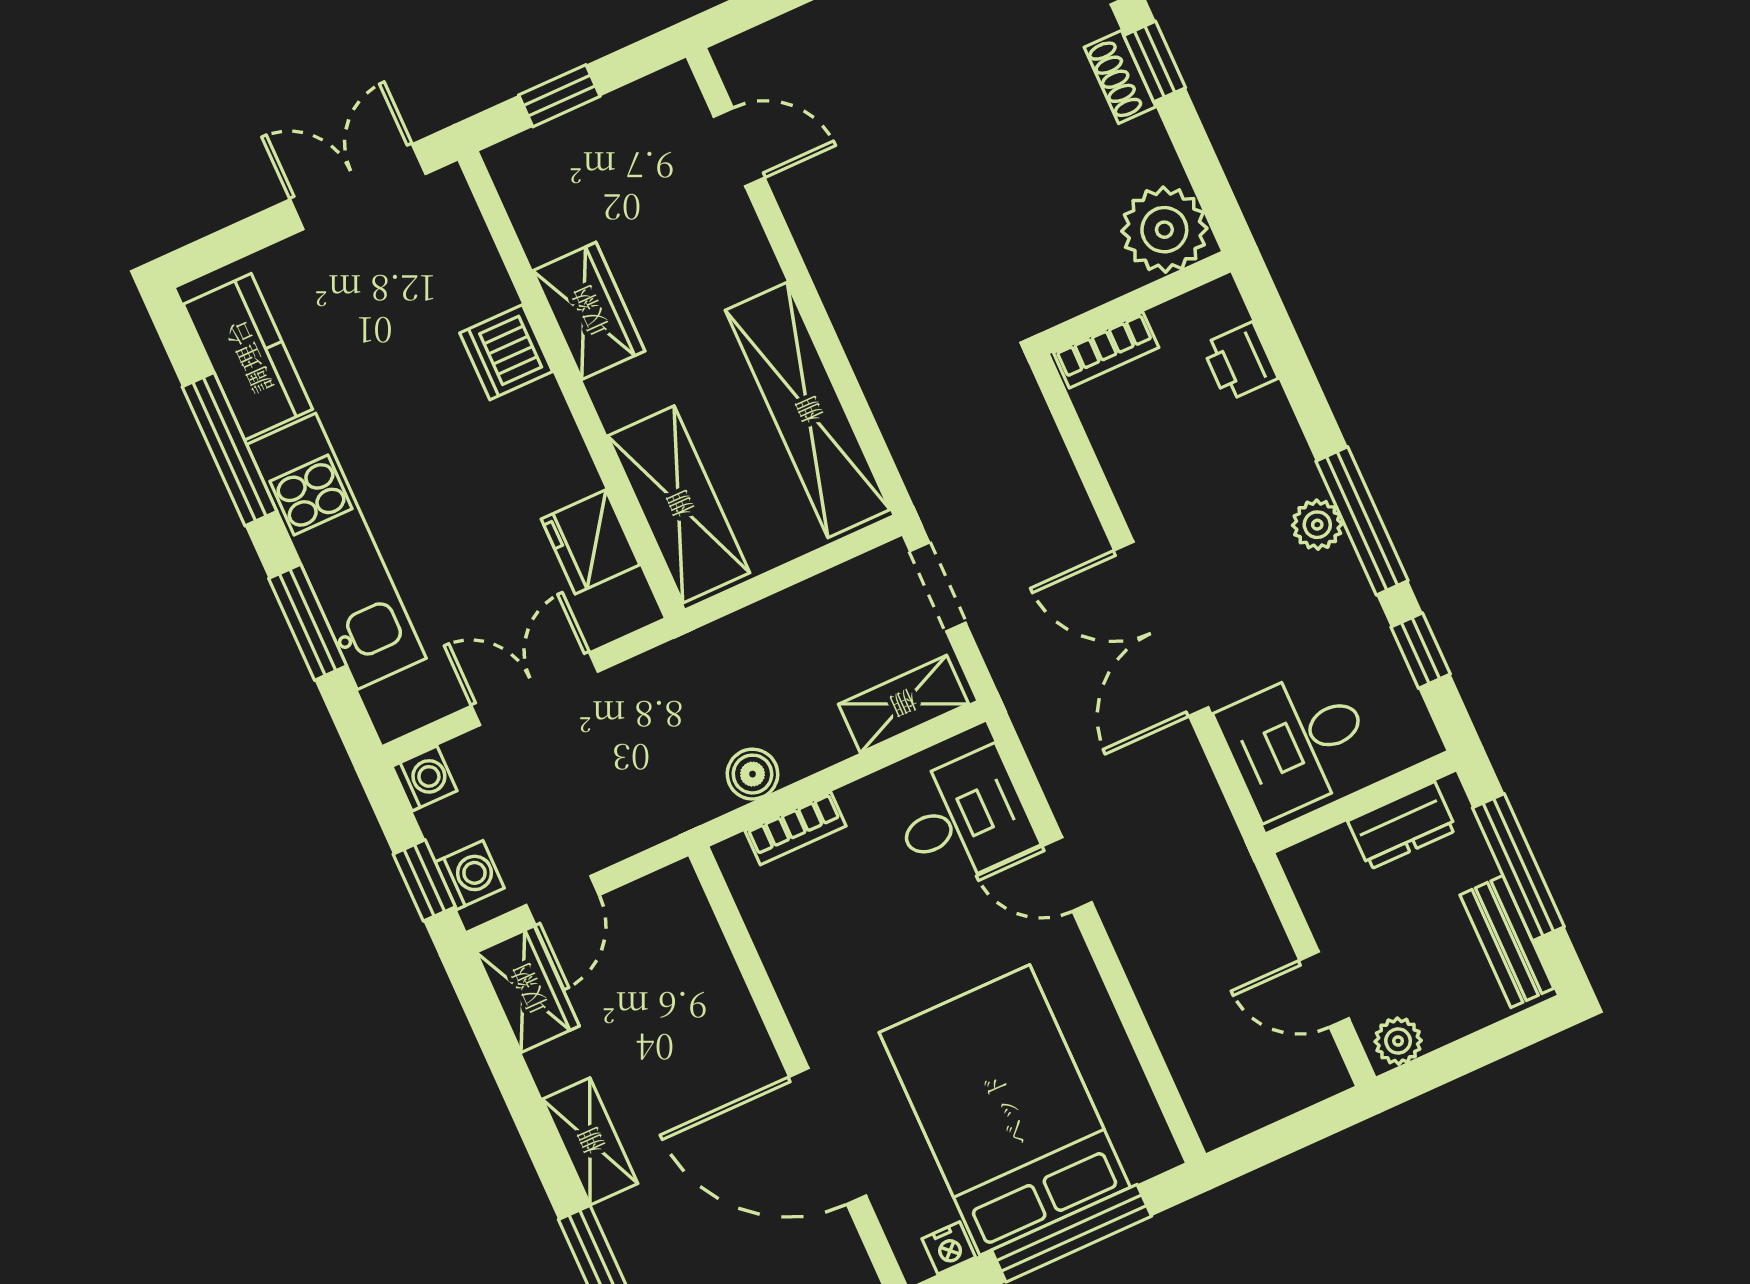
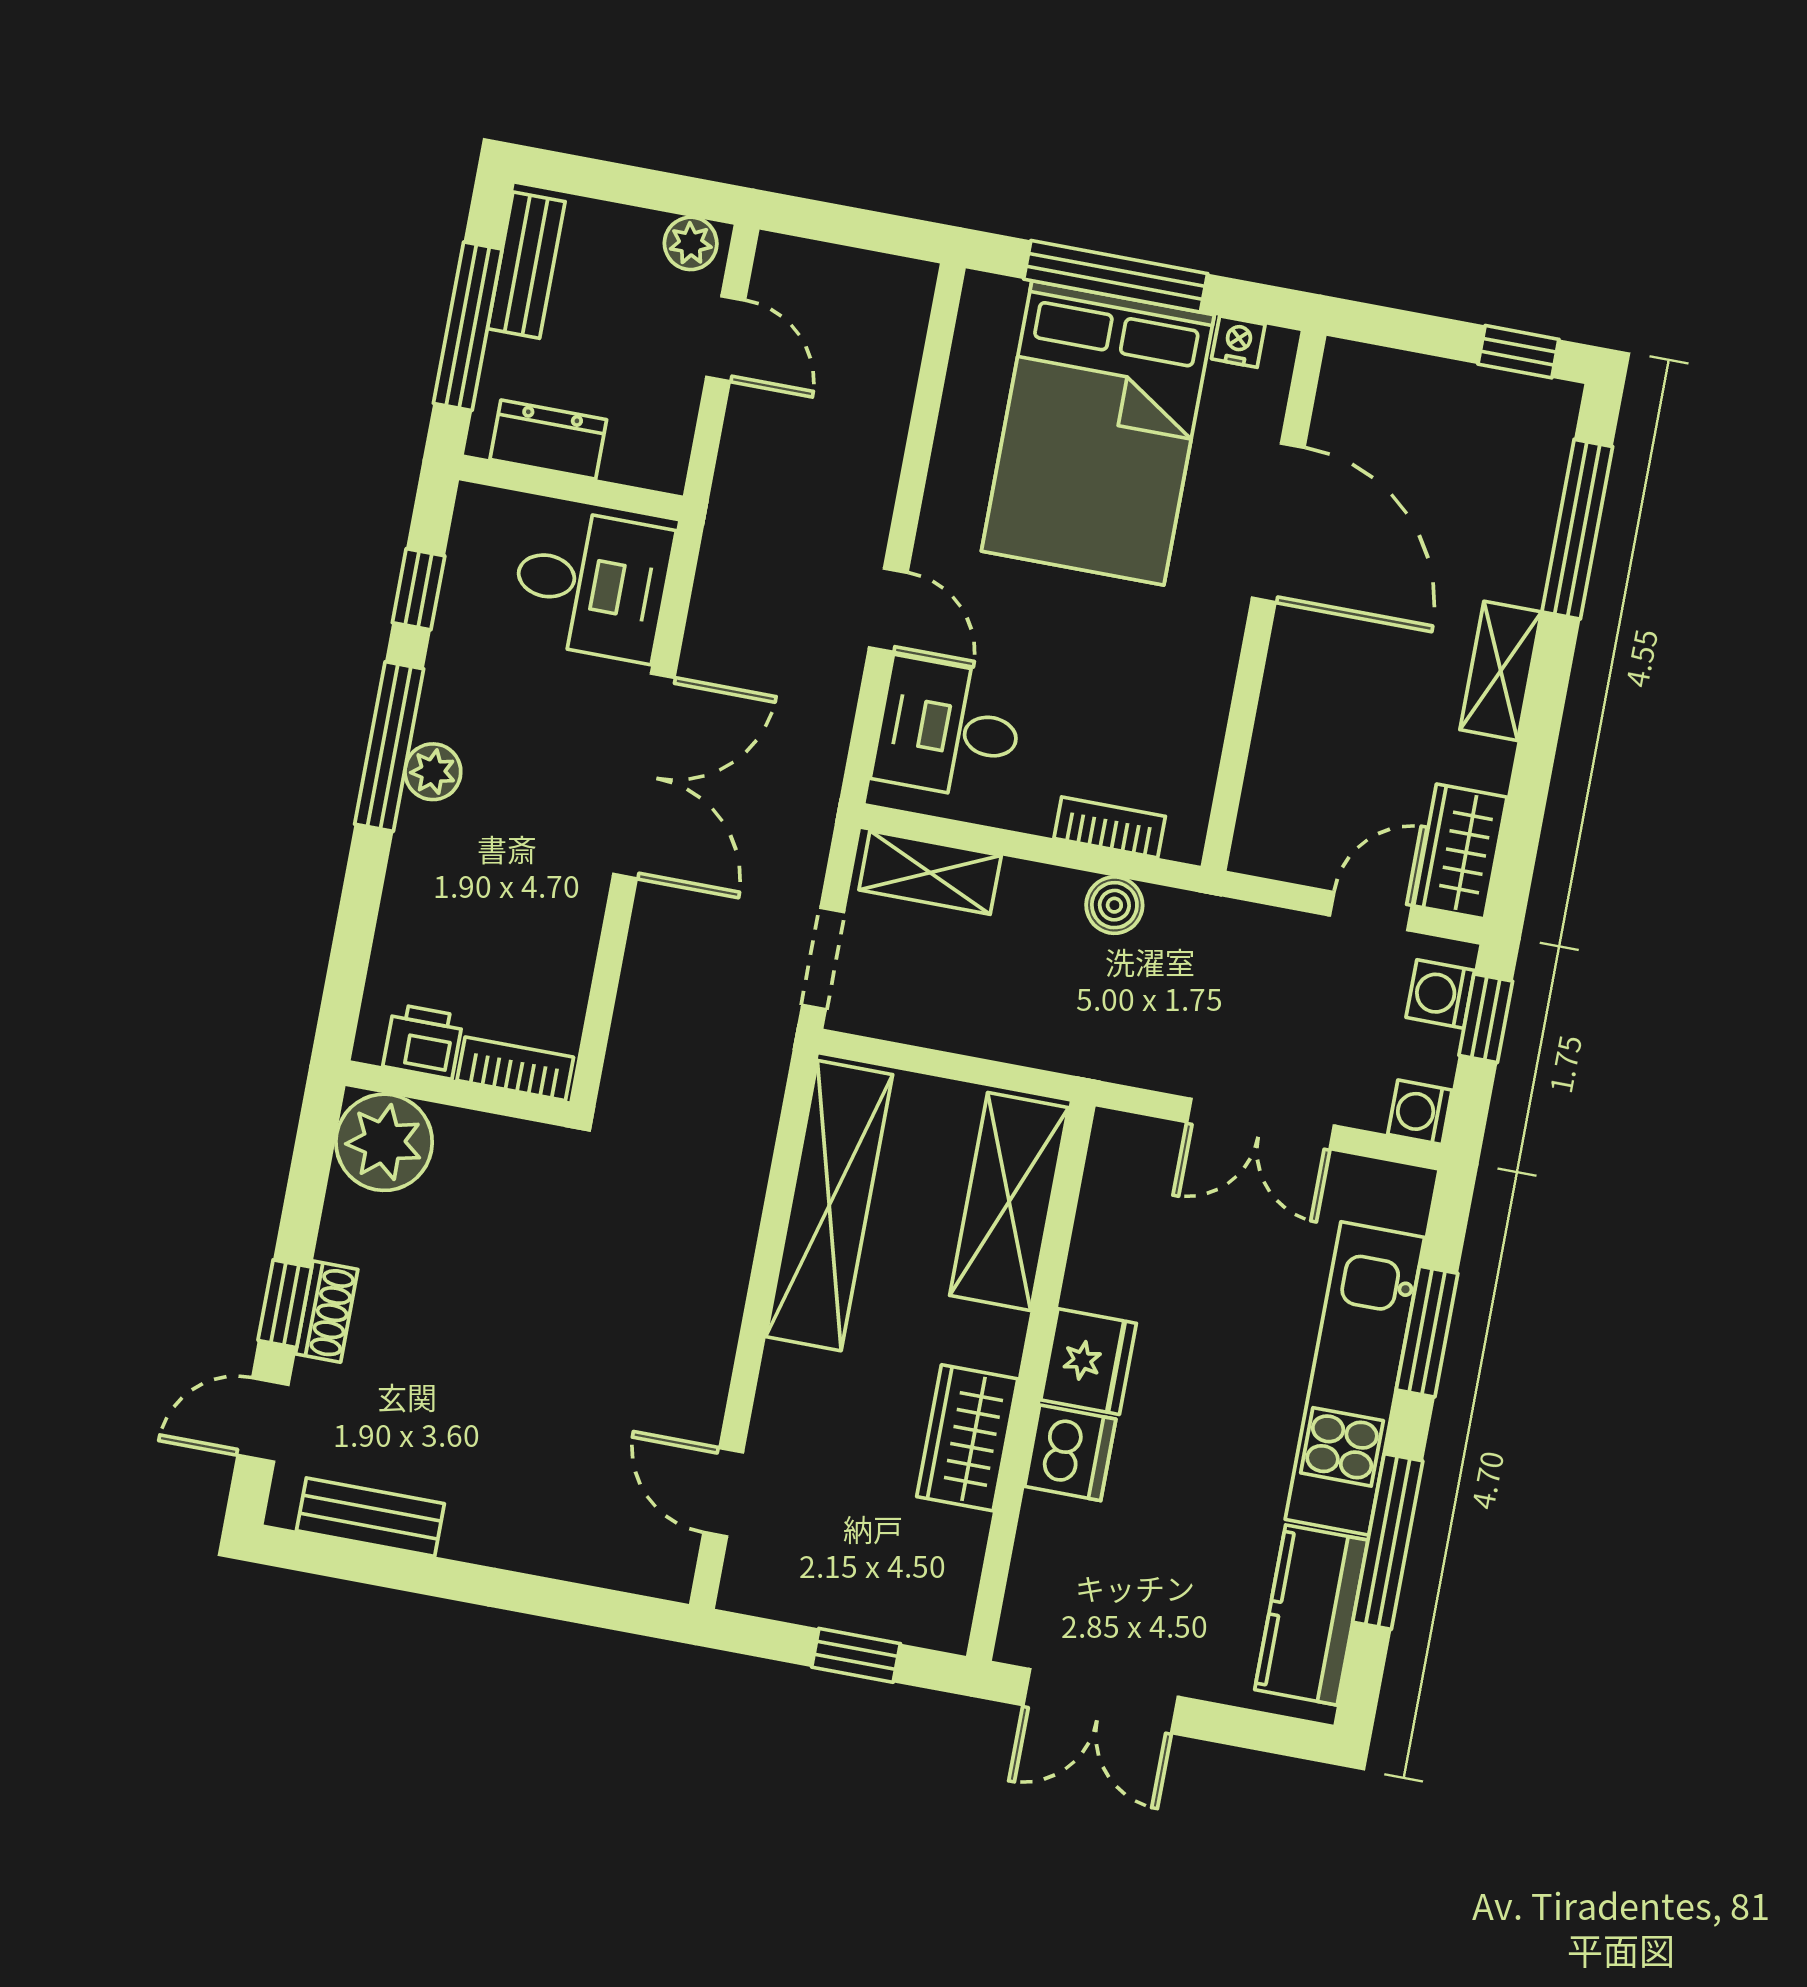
printer: (1240, 362) -> (423, 1041), moved, turned -90
fridge: (591, 542) -> (1089, 1362), moved

